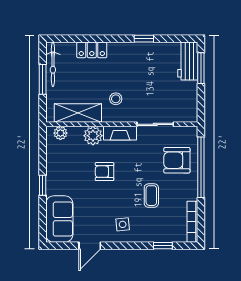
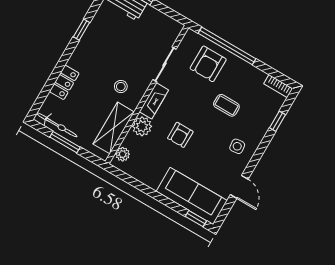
window: (43, 185) -> (196, 219), moved
sofa: (59, 219) -> (192, 196), width x1.36
bookcase: (192, 222) -> (278, 86), width x0.64

